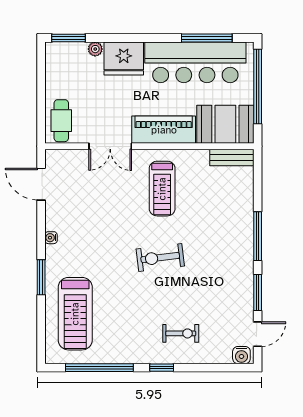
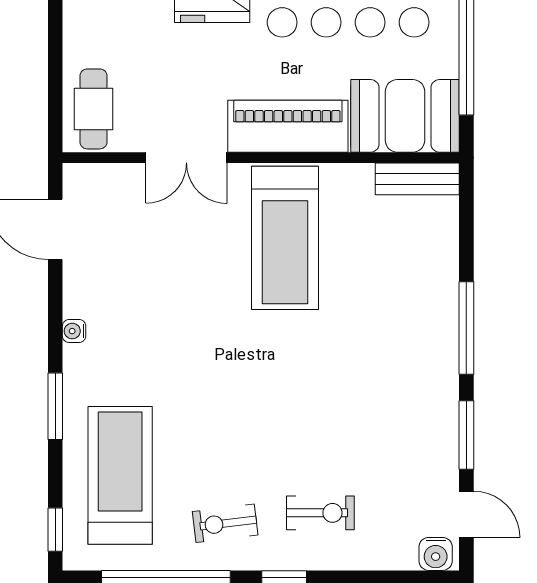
treadmill: (162, 189) -> (285, 238), width x1.37, depth x1.38
exercise bike: (160, 258) -> (225, 523), moved, width x0.73, depth x0.72
treadmill: (75, 314) -> (120, 475), turned 180
door: (258, 334) -> (466, 514), hinge flipped
window: (41, 342) -> (55, 530), added

